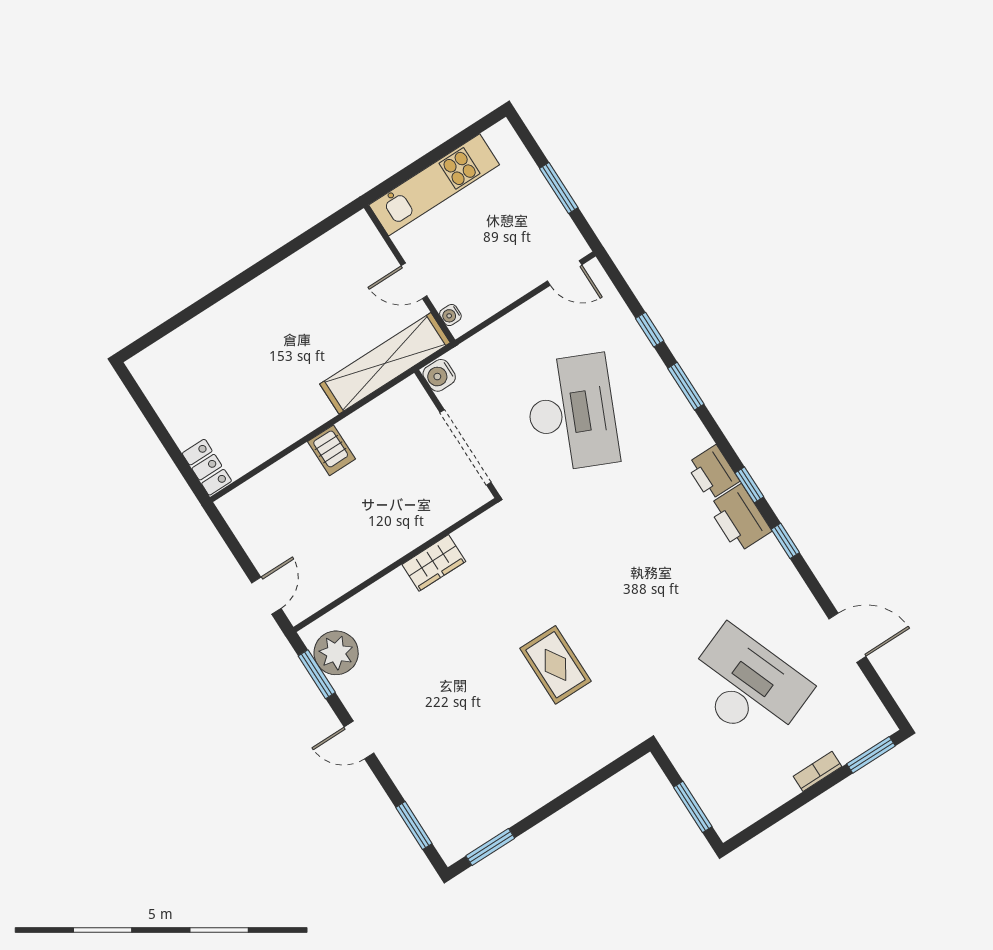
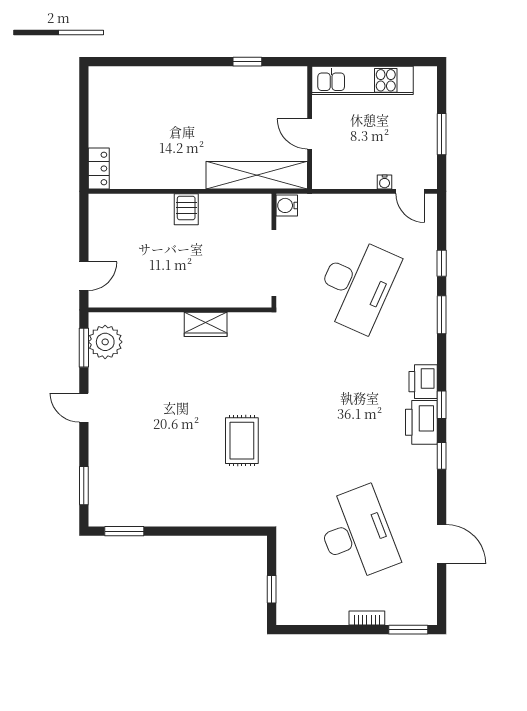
window: (295, 245) -> (247, 62), added
water cooler: (450, 315) -> (385, 182), moved, turned -90
window: (693, 807) -> (272, 589), width x0.67

